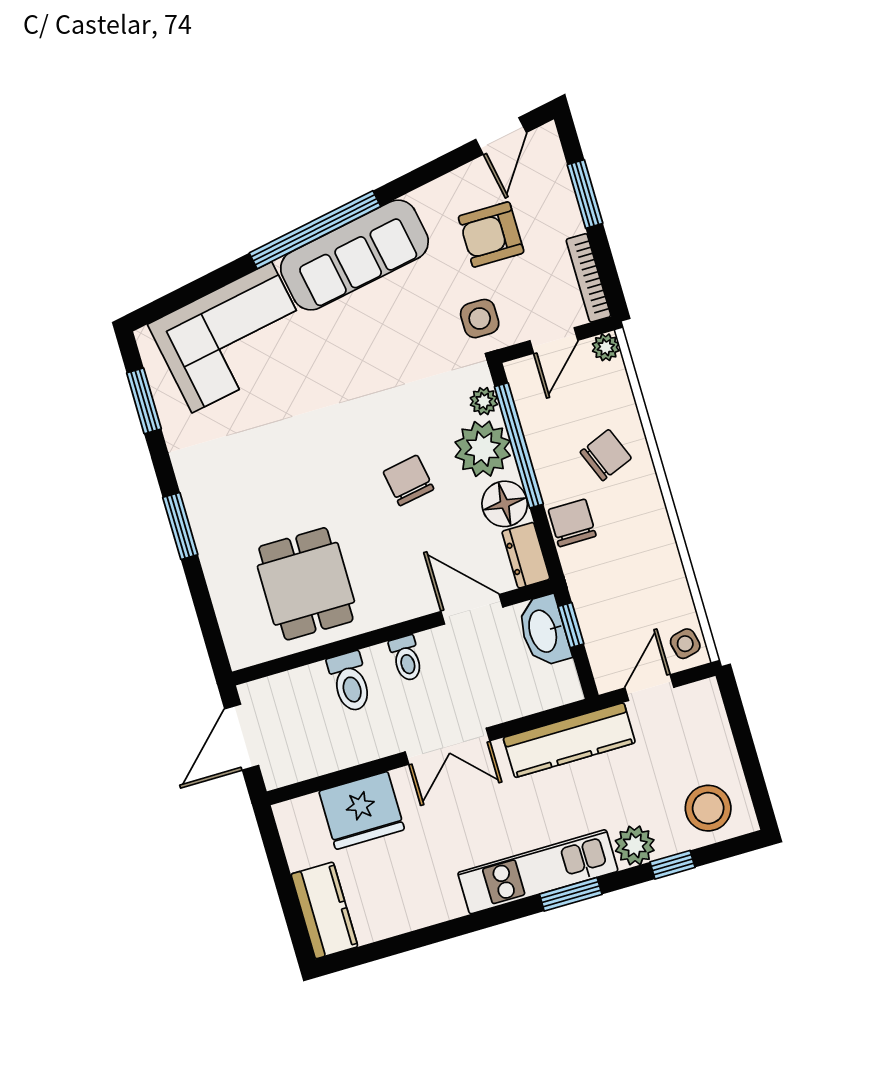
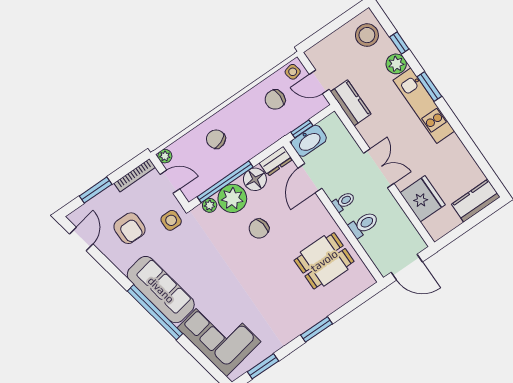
door: (501, 136) -> (81, 239), hinge flipped
chair: (572, 523) -> (275, 100), moved
kitchen counter: (569, 740) -> (351, 103), width x0.67

